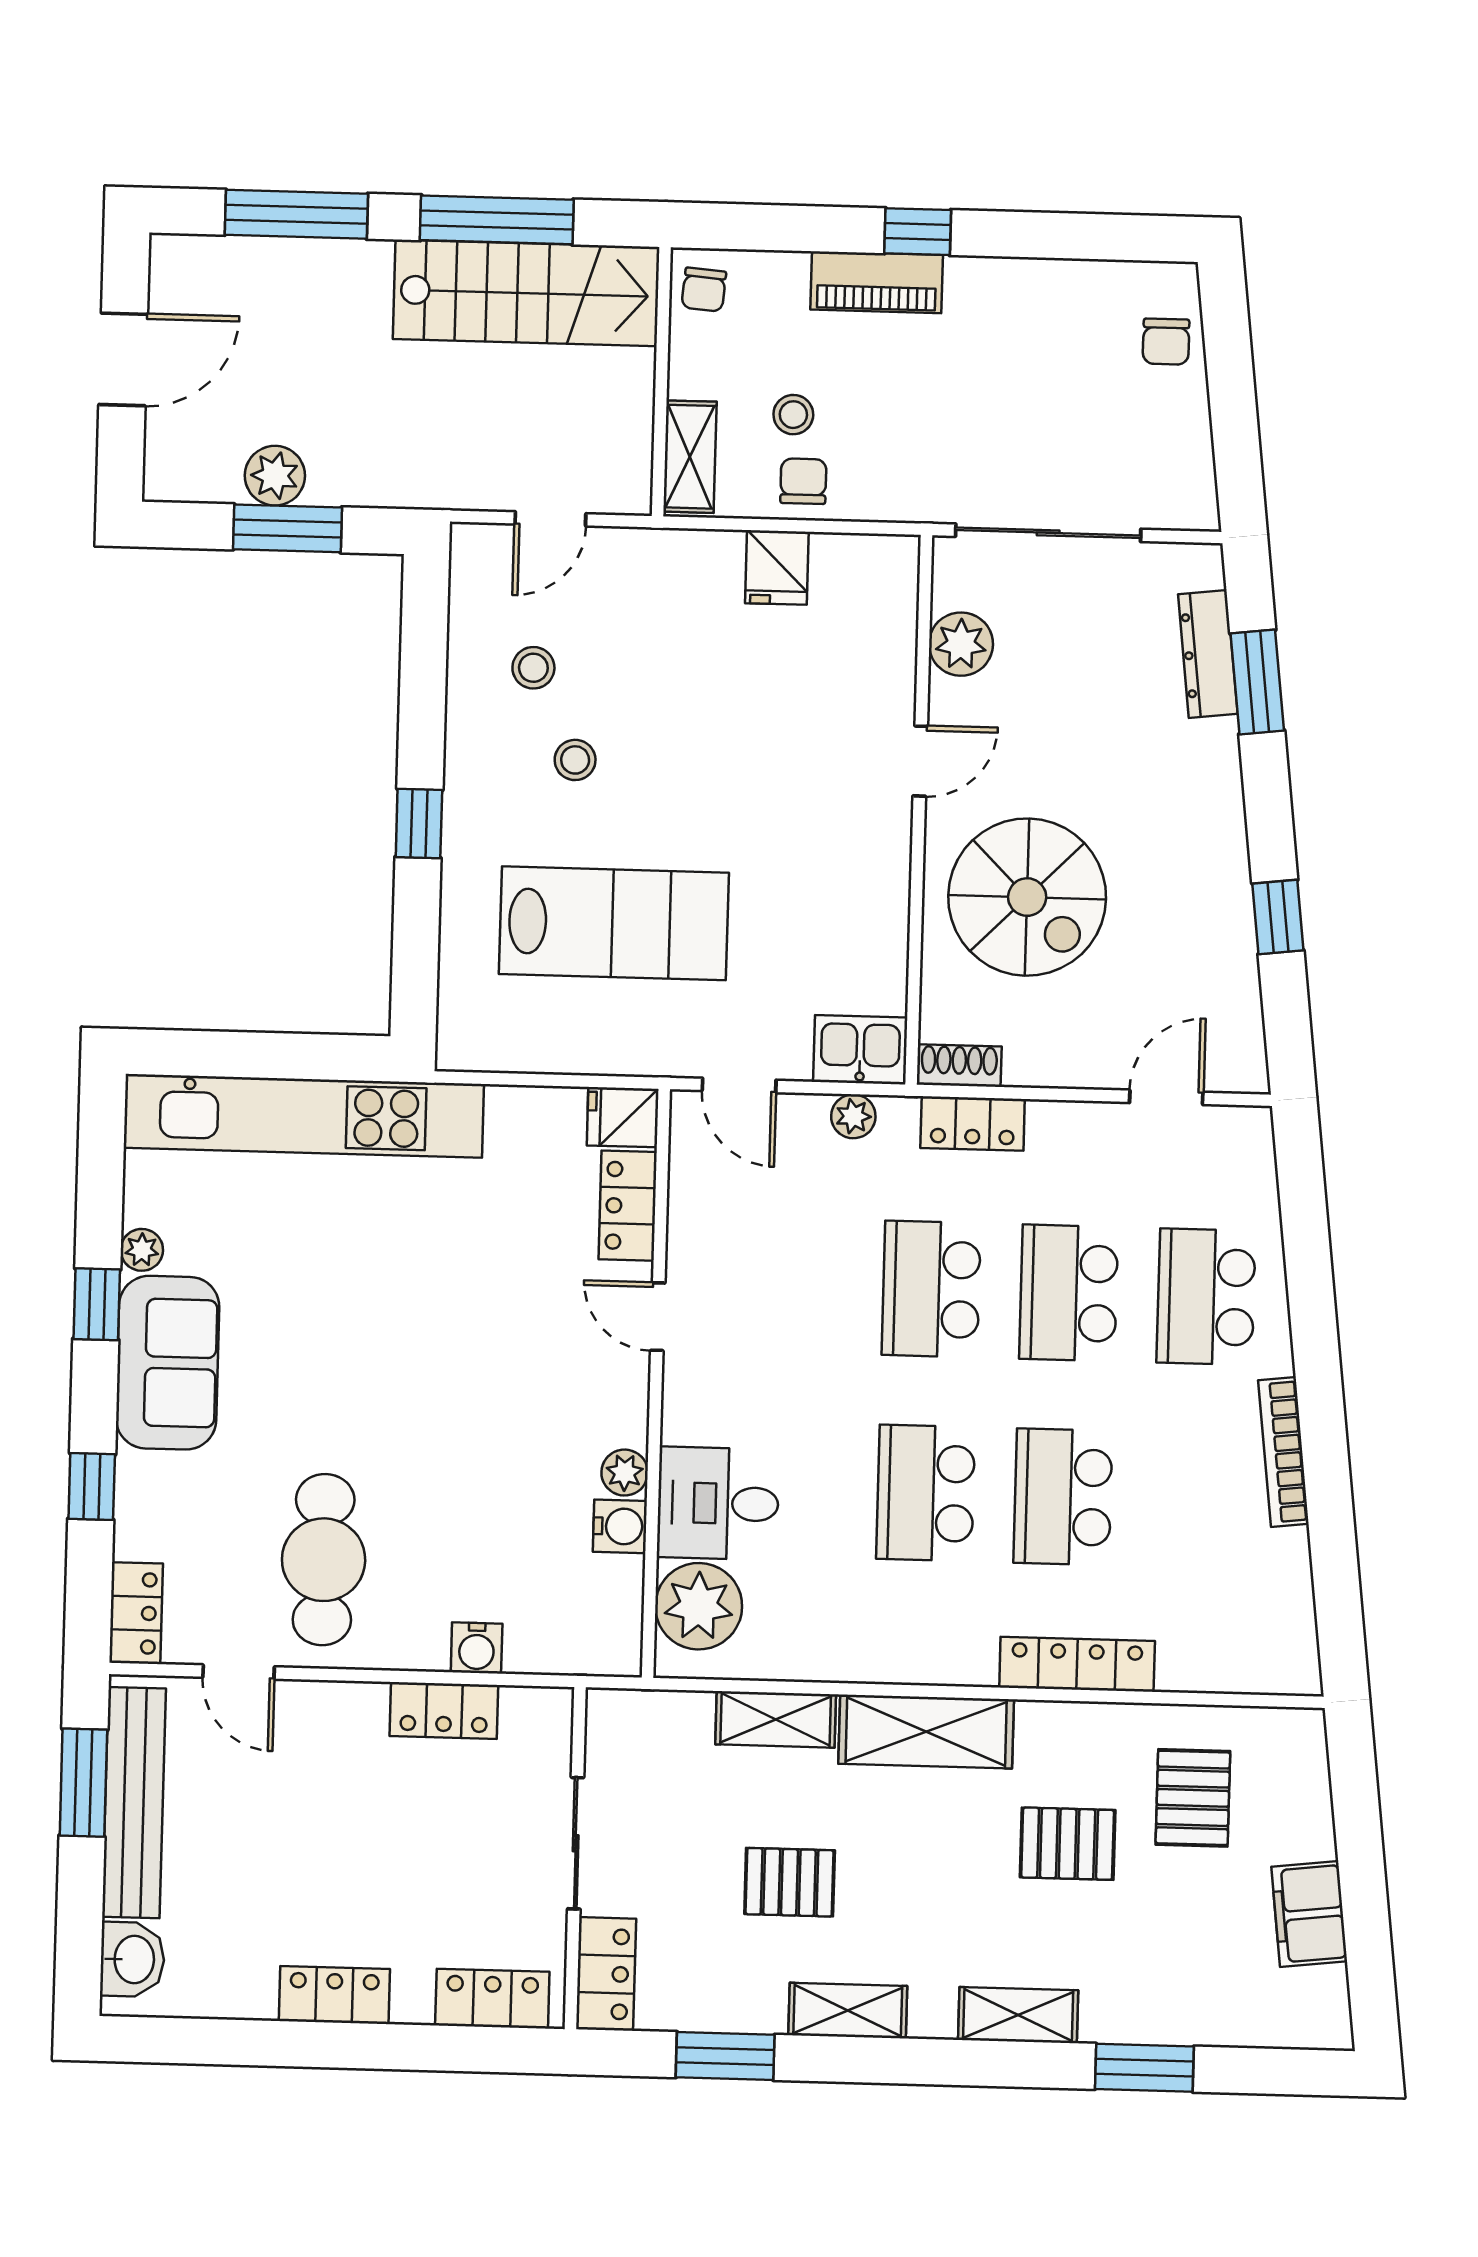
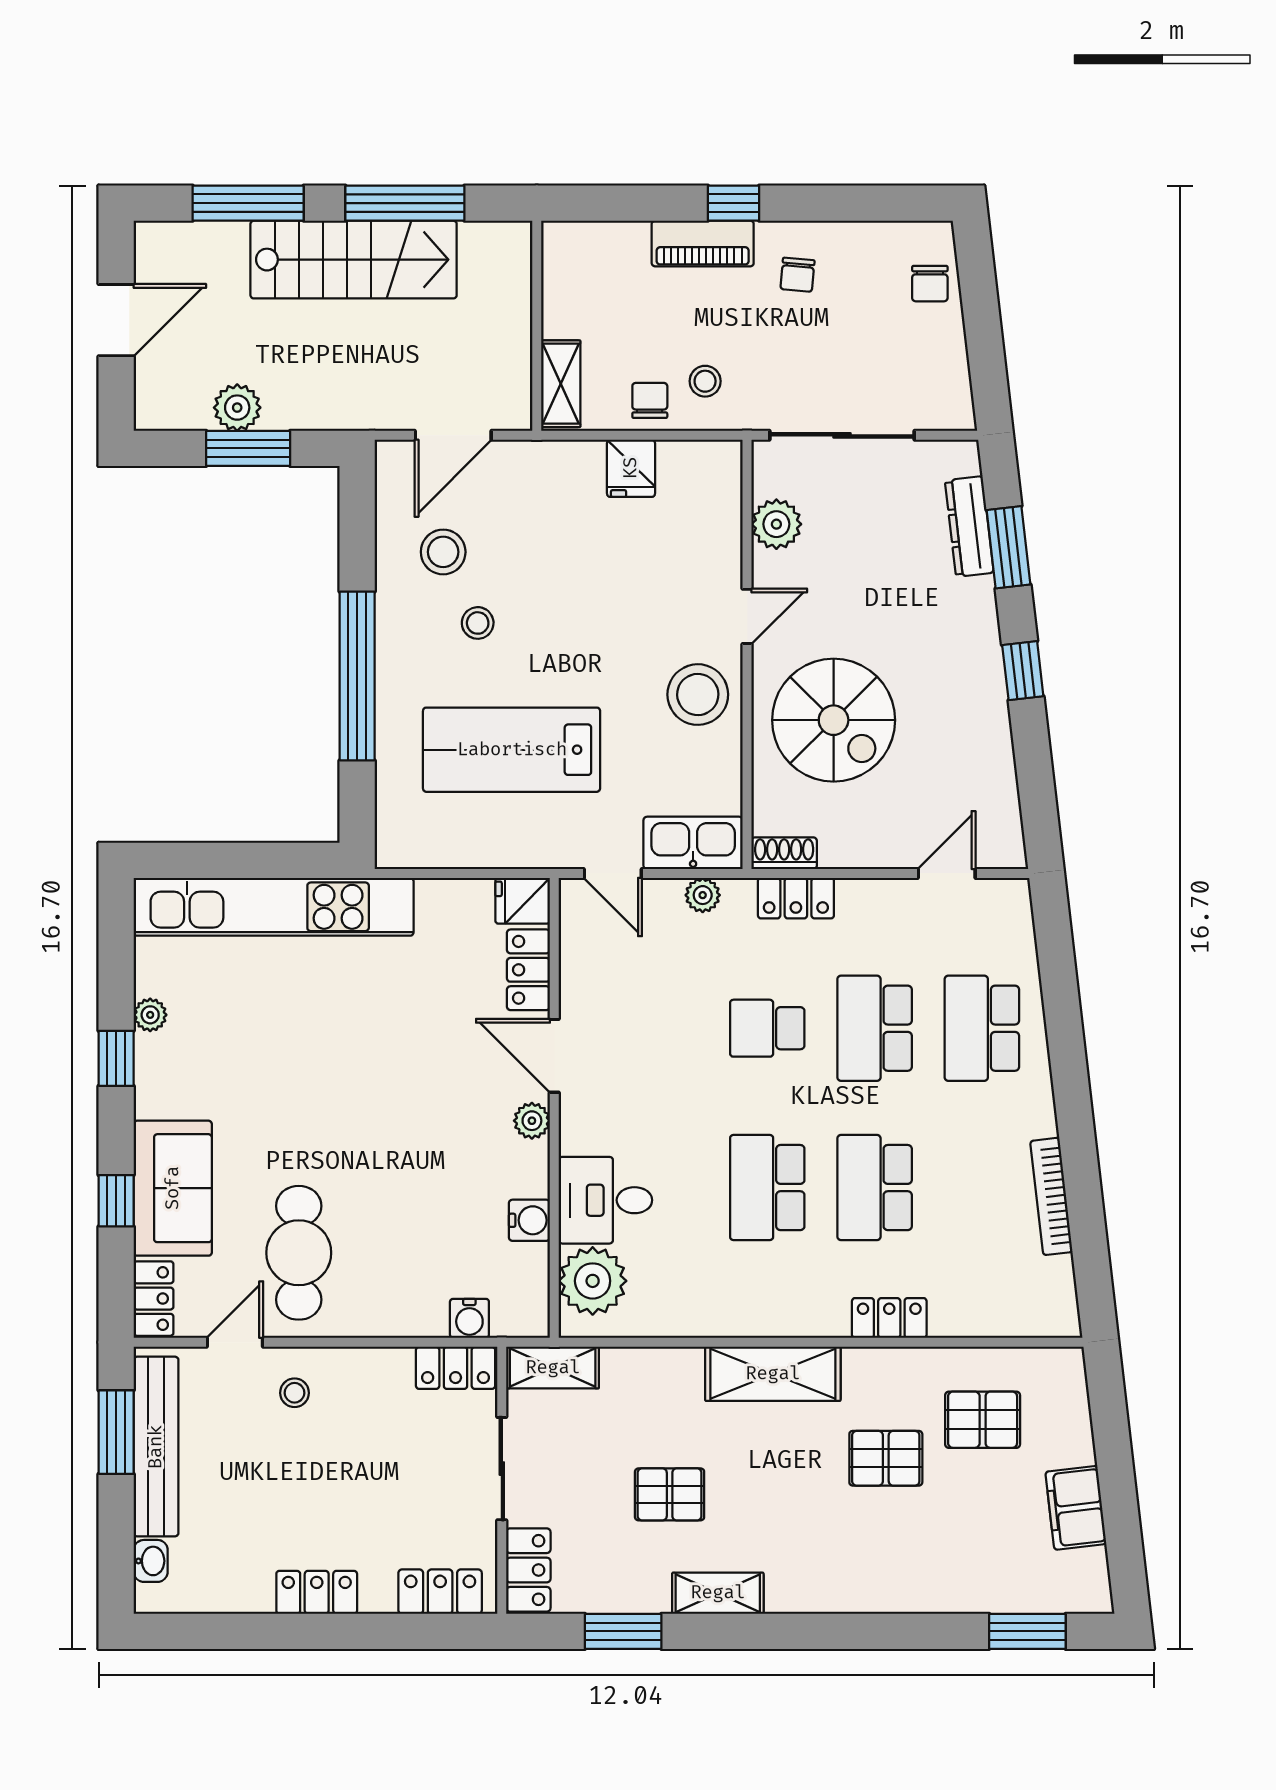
chair: (704, 290) -> (797, 275), moved
stairs: (526, 293) -> (354, 260), moved
stool: (793, 415) -> (705, 381), moved
door: (550, 519) -> (453, 435), width x1.38
stool: (533, 668) -> (443, 552), width x1.37, depth x1.37
window: (419, 823) -> (357, 676), width x3.17
stool: (854, 859) -> (698, 695), added
window: (1278, 917) -> (1023, 671), moved
lab bench: (614, 923) -> (512, 750), turned 180
kitchen sink: (860, 1050) -> (693, 843), width x1.38
school desk: (931, 1289) -> (767, 1028), width x0.54
door: (658, 1317) -> (554, 1056), width x1.38
sofa: (168, 1363) -> (173, 1188), moved
bookcase: (1283, 1452) -> (1051, 1196), moved
plant: (625, 1473) -> (532, 1121), moved
water cooler: (477, 1648) -> (469, 1318), moved
locker: (1077, 1664) -> (889, 1318), width x0.66
door: (239, 1672) -> (235, 1342), swing flipped
locker: (444, 1710) -> (456, 1368), moved
shelving: (776, 1719) -> (553, 1368), moved
stool: (313, 1739) -> (295, 1393), added
pallet: (1193, 1798) -> (983, 1420), turned 90
washbasin: (132, 1959) -> (151, 1561), width x0.72, depth x0.69
shelving: (1018, 2015) -> (851, 1593), removed
window: (1144, 2068) -> (1027, 1631), moved

